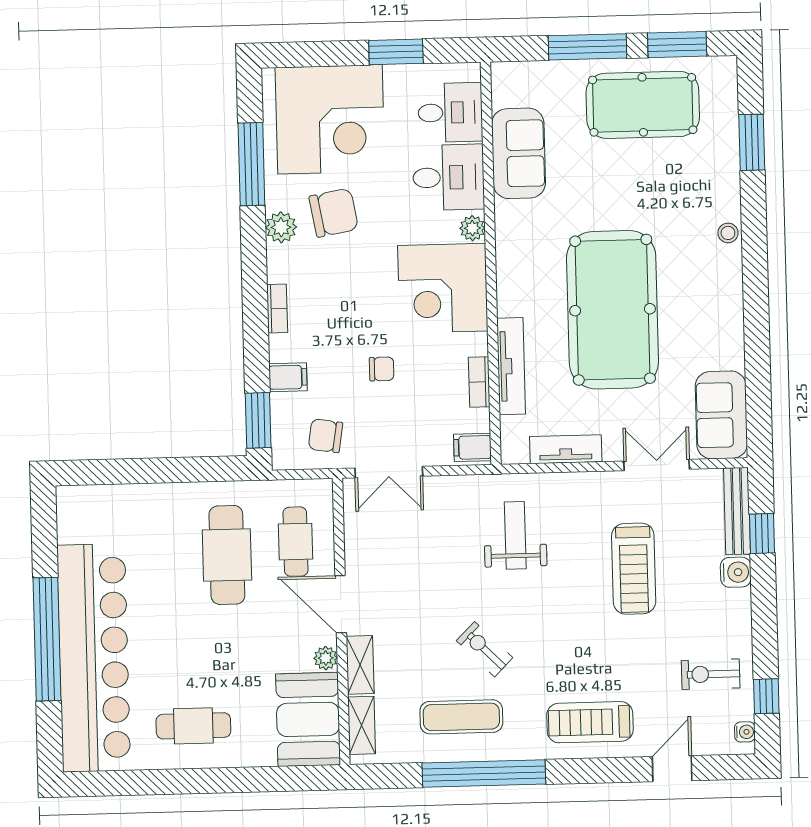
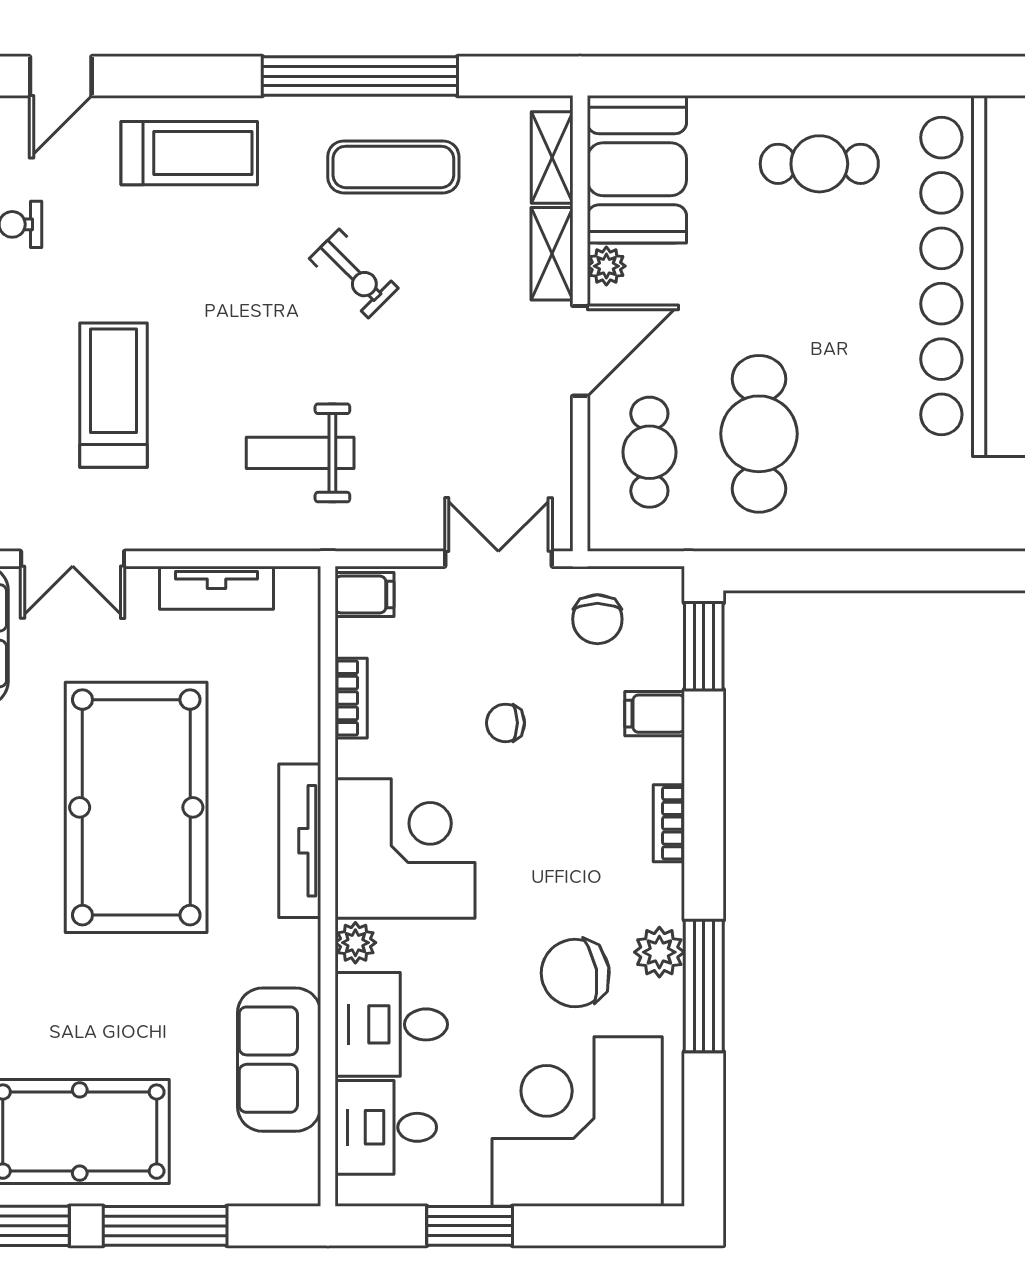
window: (251, 164) -> (704, 986), moved
tv unit: (511, 366) -> (300, 841), moved
chair: (326, 436) -> (597, 619), turned 81
weight bench: (515, 535) -> (300, 453), turned 90
door: (341, 604) -> (580, 351), hinge flipped

